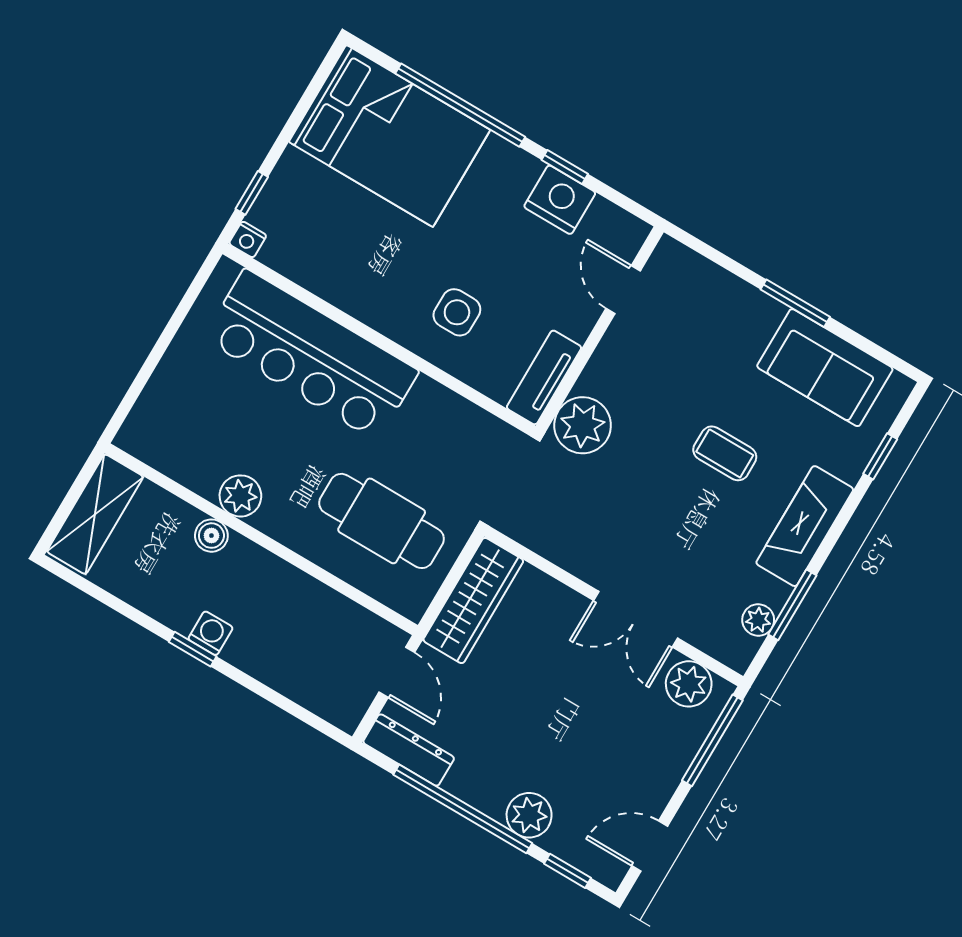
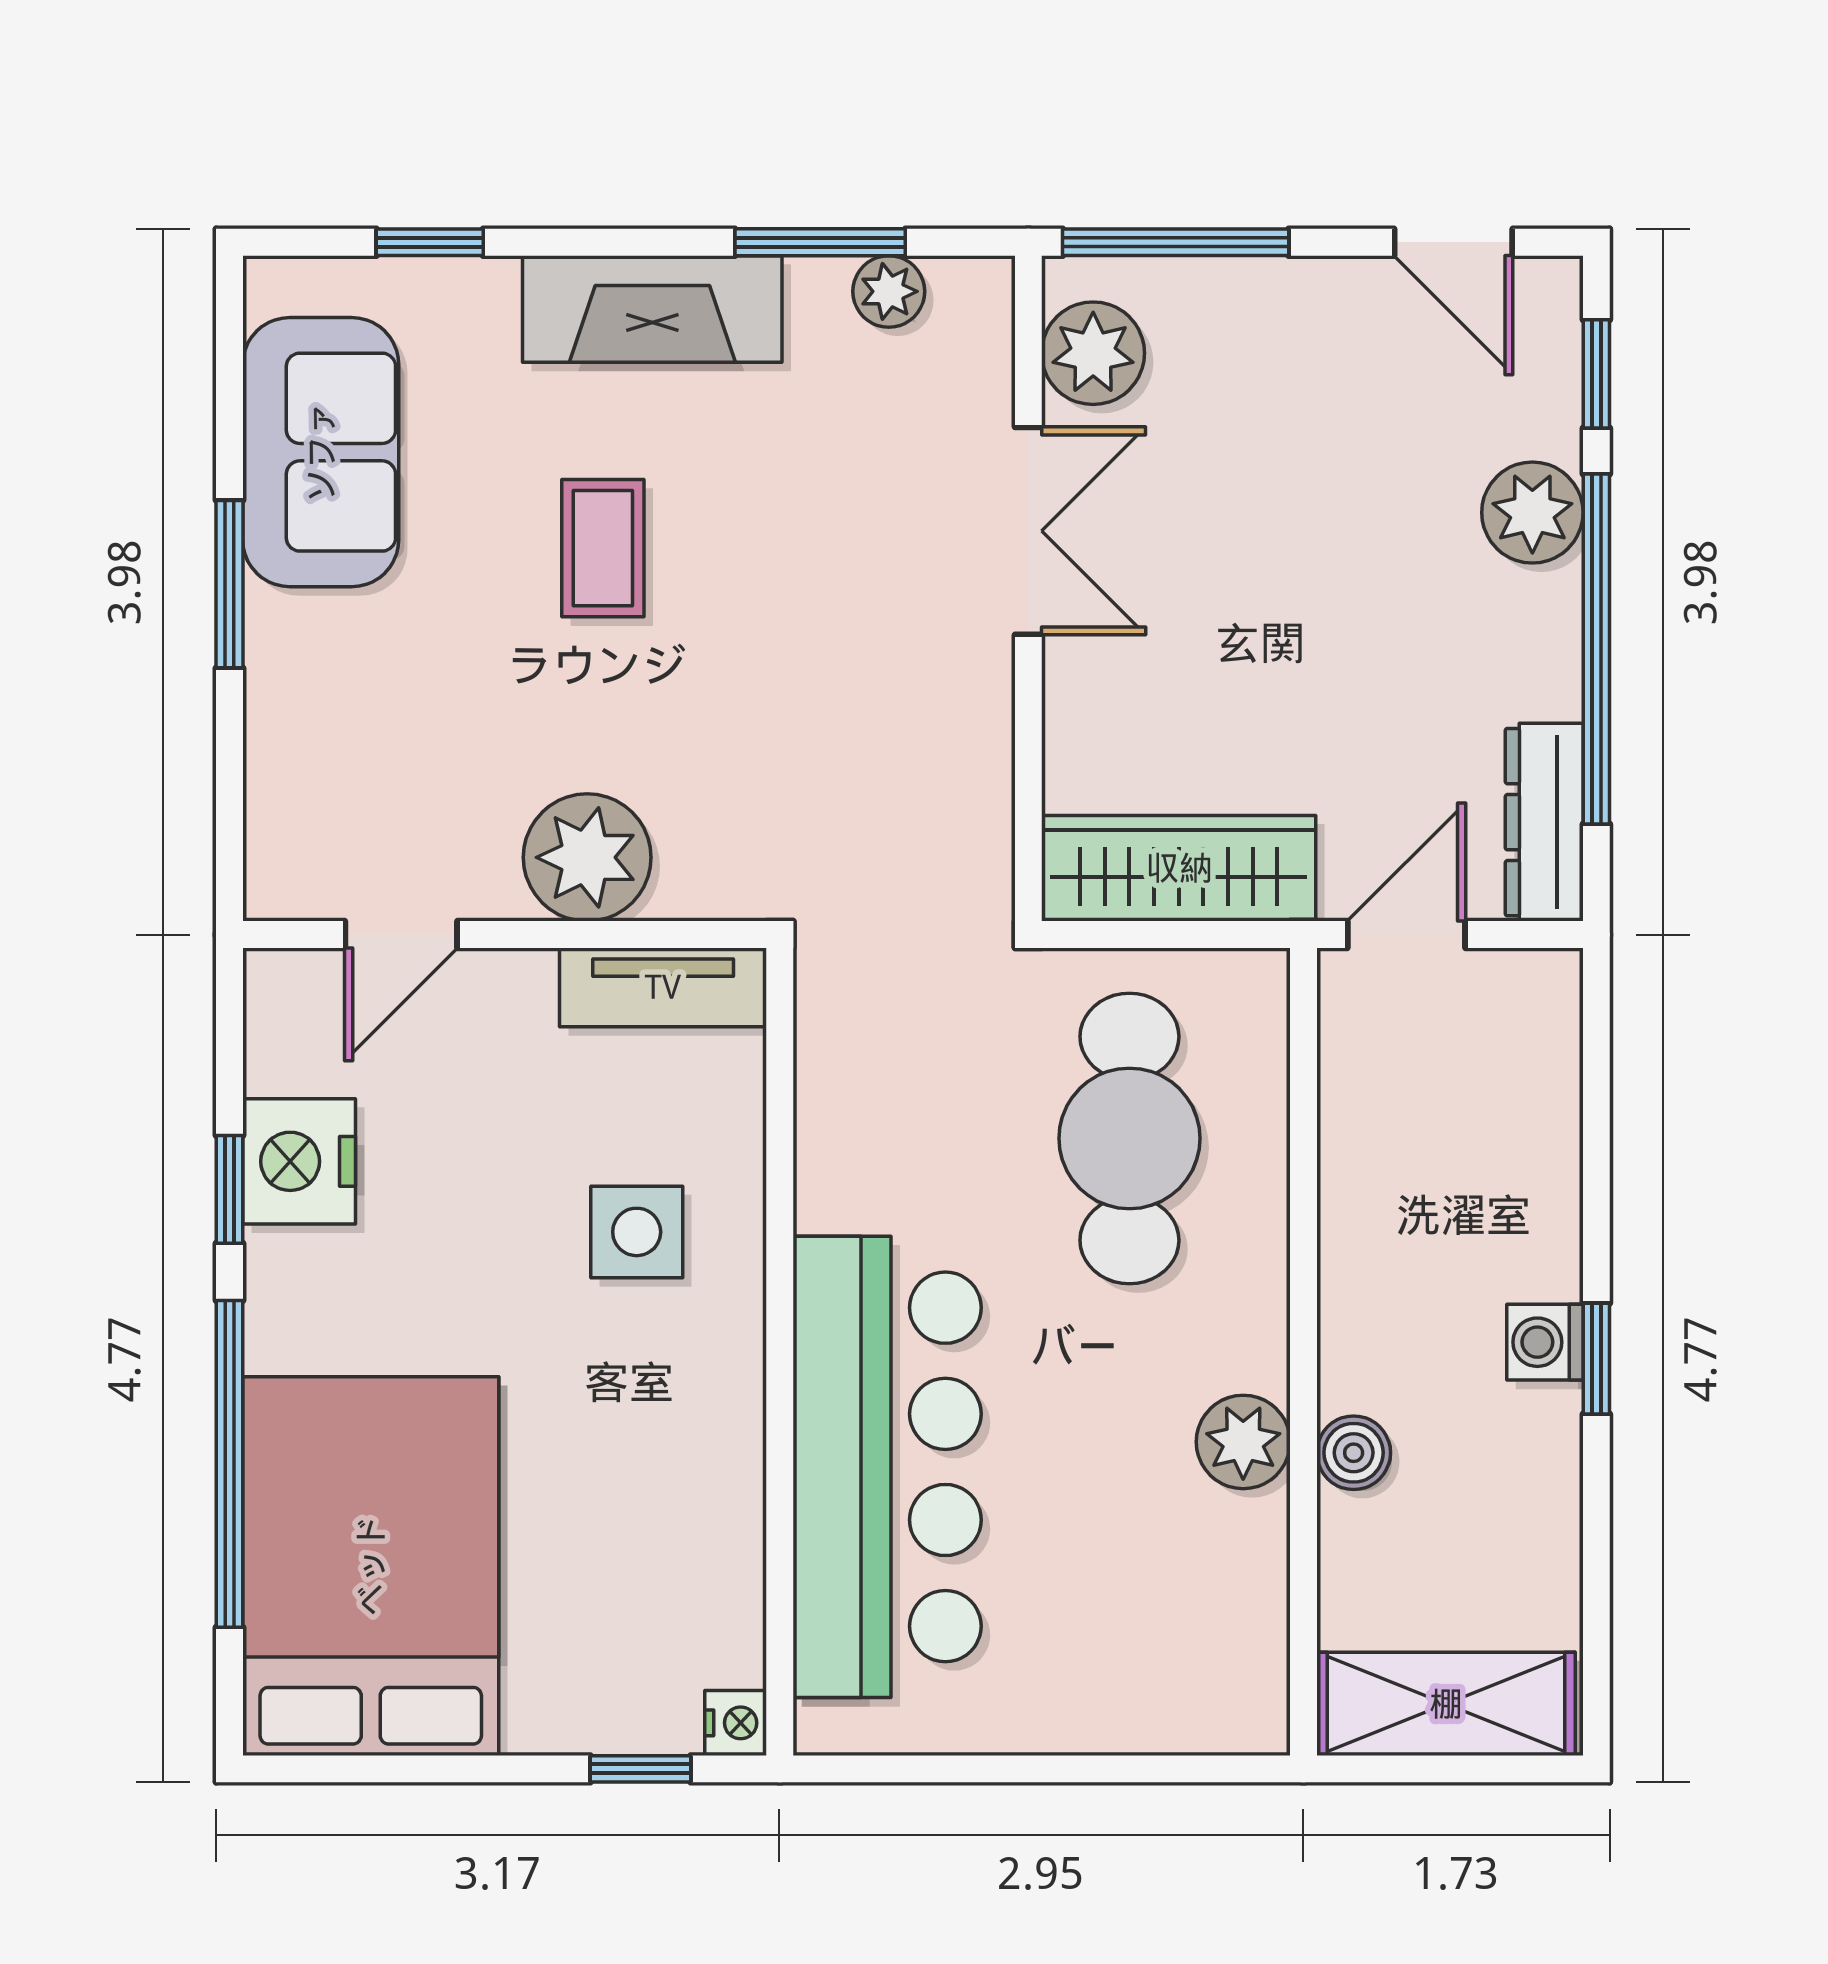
plant: (583, 425) -> (587, 857), moved

